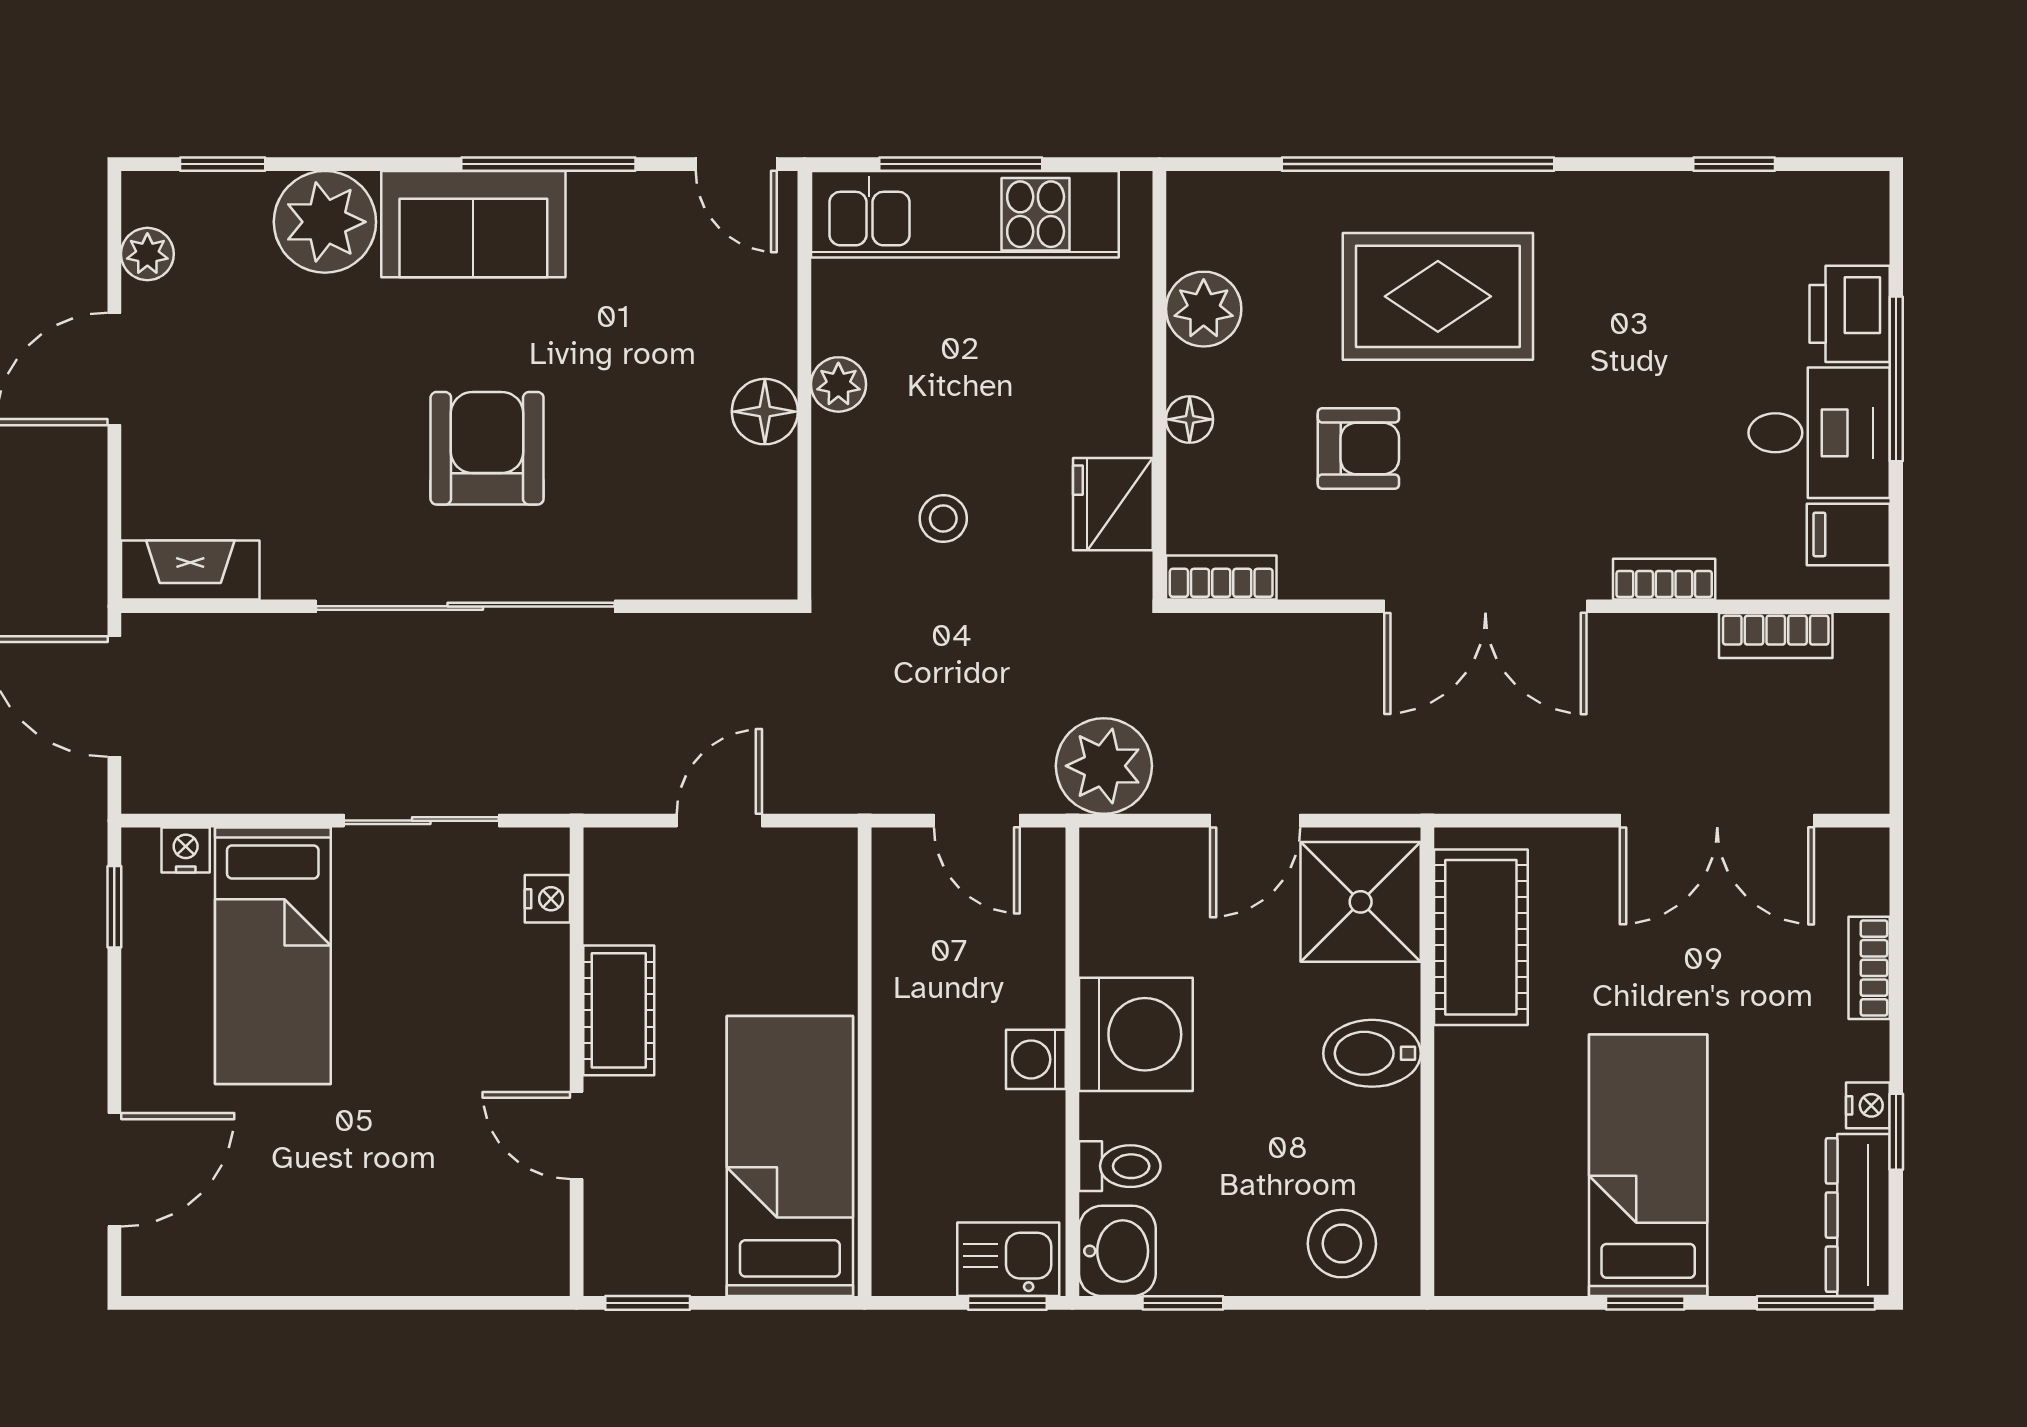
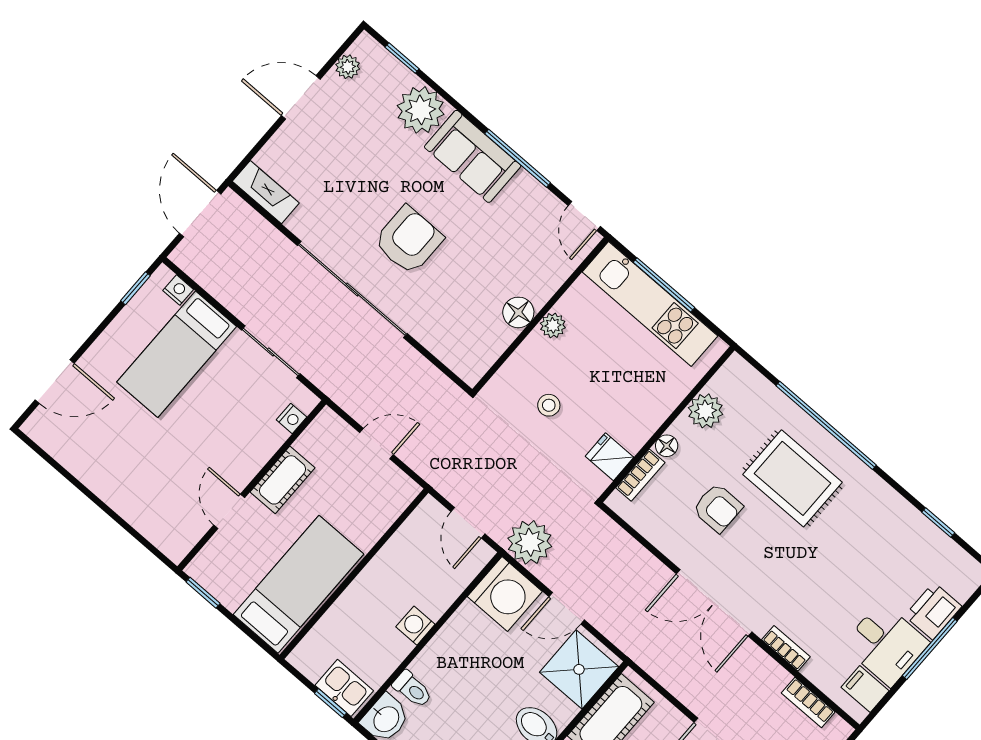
fridge: (1113, 504) -> (609, 457), width x0.72
bookcase: (1221, 578) -> (640, 475), moved, turned 90
washing machine: (1136, 1034) -> (505, 594), moved

